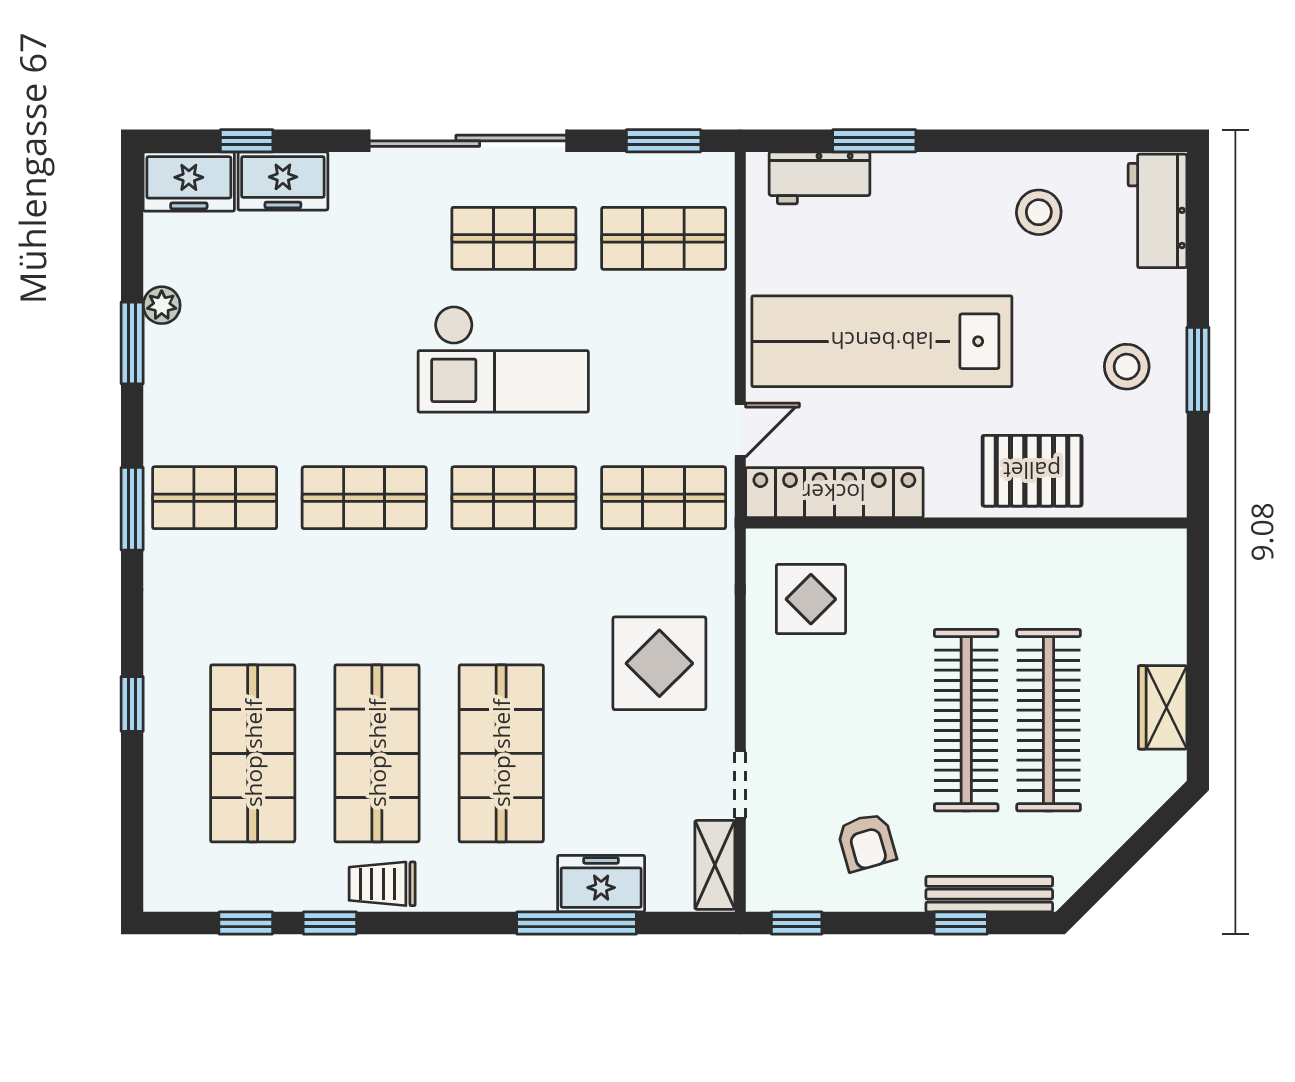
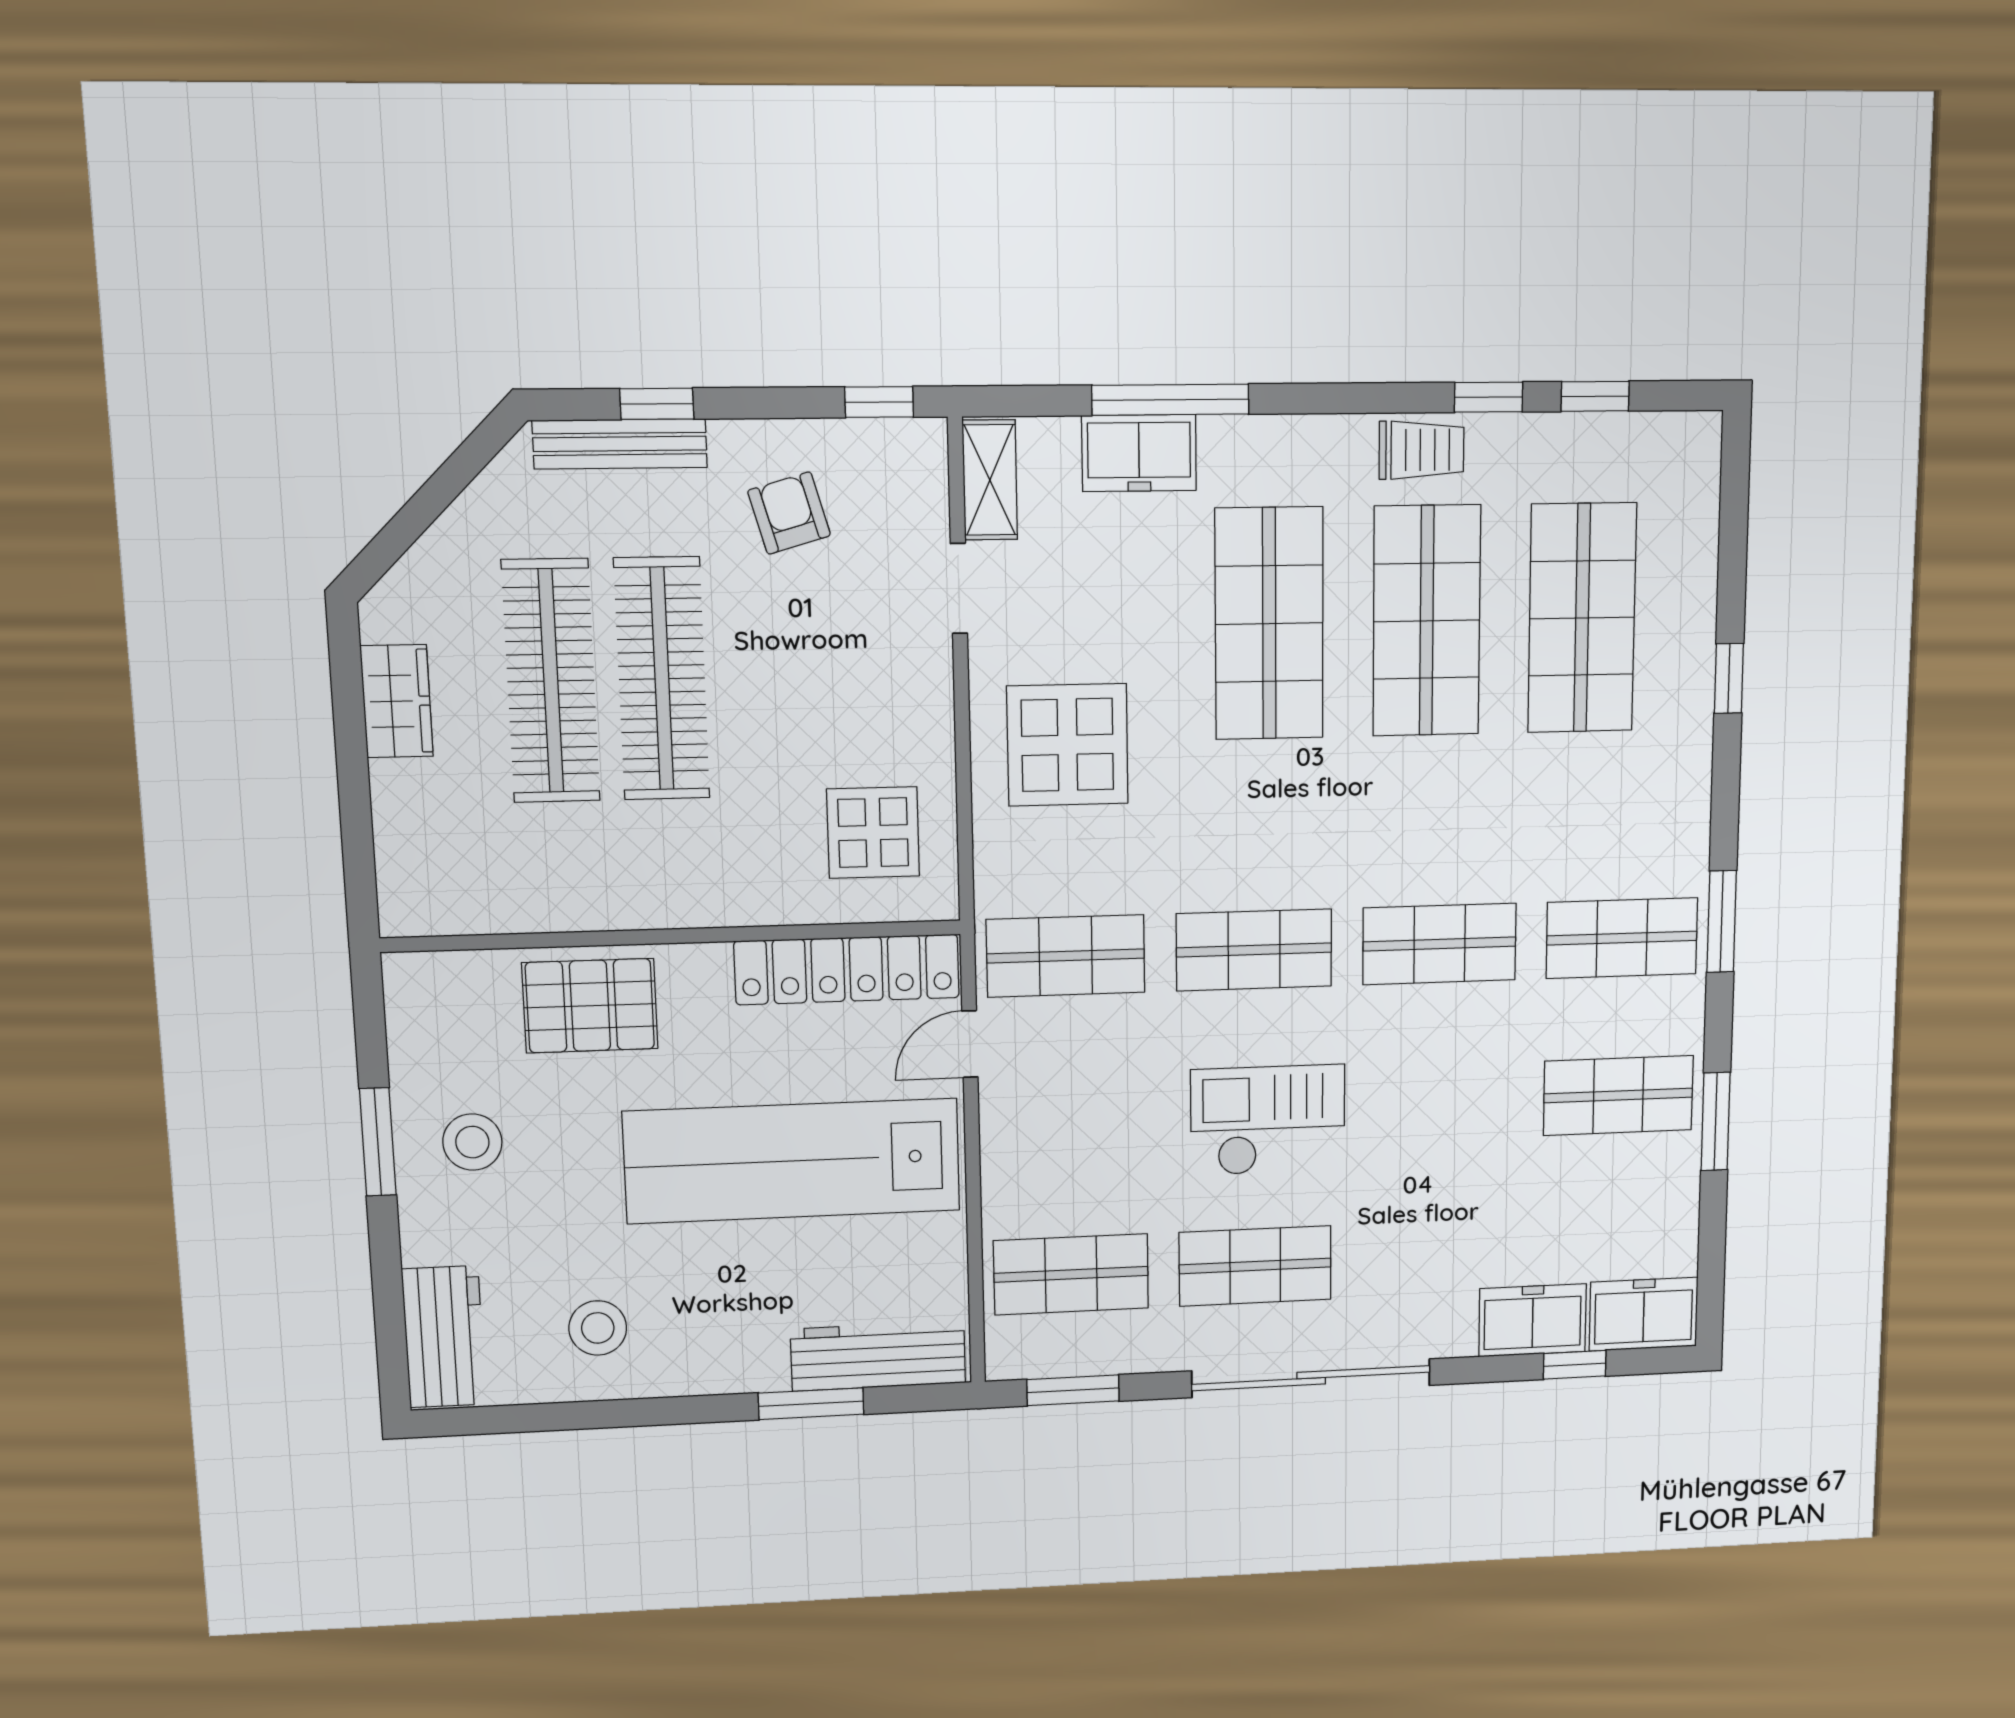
workbench: (820, 178) -> (878, 1356), width x1.37
plant: (162, 305) -> (1679, 1168), removed
lab bench: (882, 341) -> (792, 1161), turned 180
checkout: (503, 359) -> (1268, 1120), width x0.73, depth x0.83
shop shelf: (215, 368) -> (1618, 1096), added

